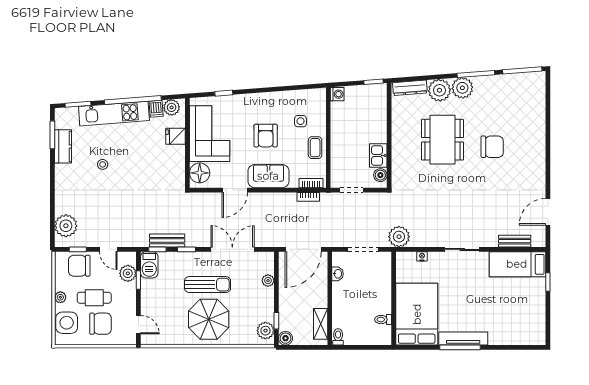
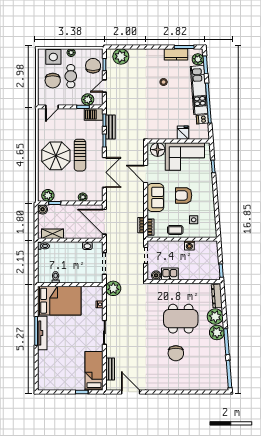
washing machine: (337, 94) -> (189, 245), moved
plant: (172, 107) -> (198, 59), moved

